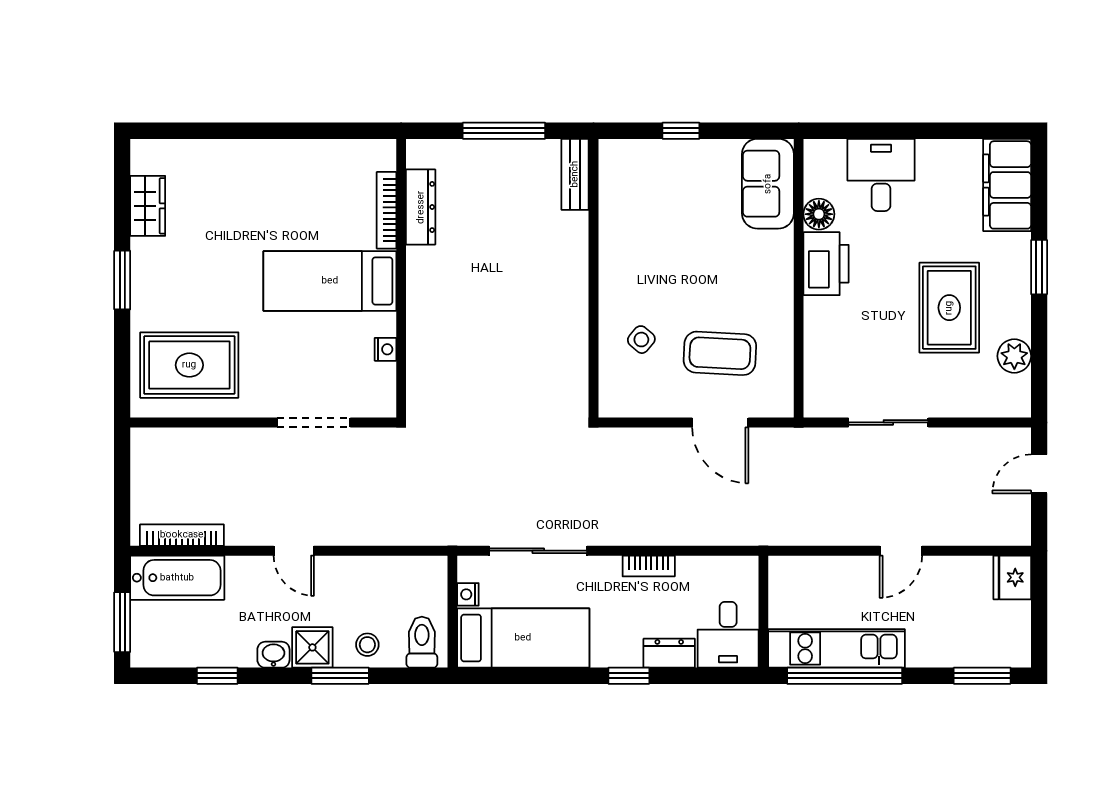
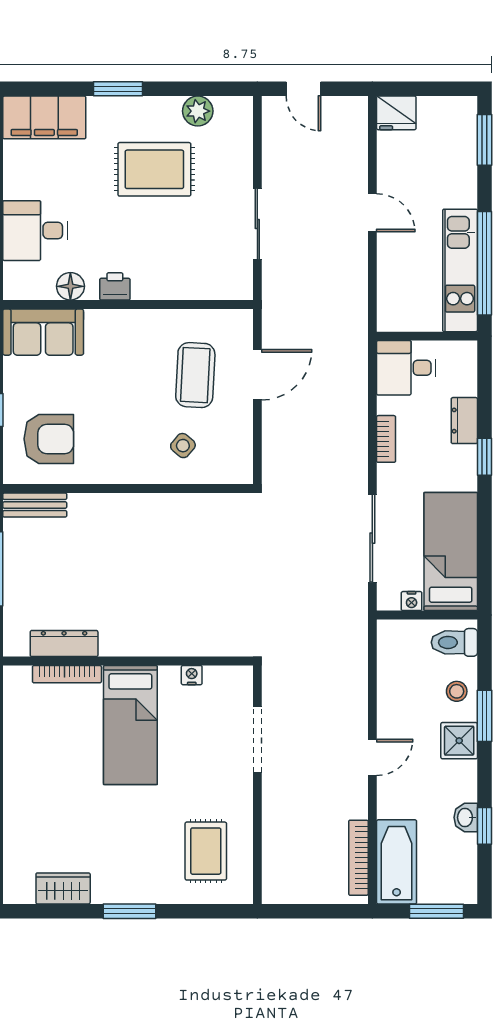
armchair: (649, 190) -> (49, 439), added
printer: (826, 264) -> (115, 286), width x0.53, depth x0.68
rug: (189, 365) -> (206, 851), width x0.73, depth x0.70
desk: (728, 635) -> (406, 368), moved, turned 180
washbasin: (273, 655) -> (466, 817), moved

